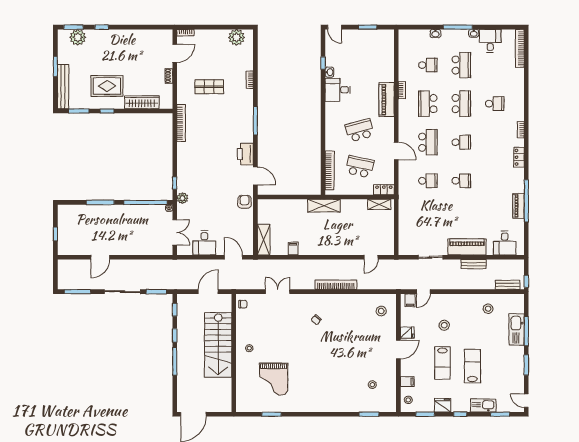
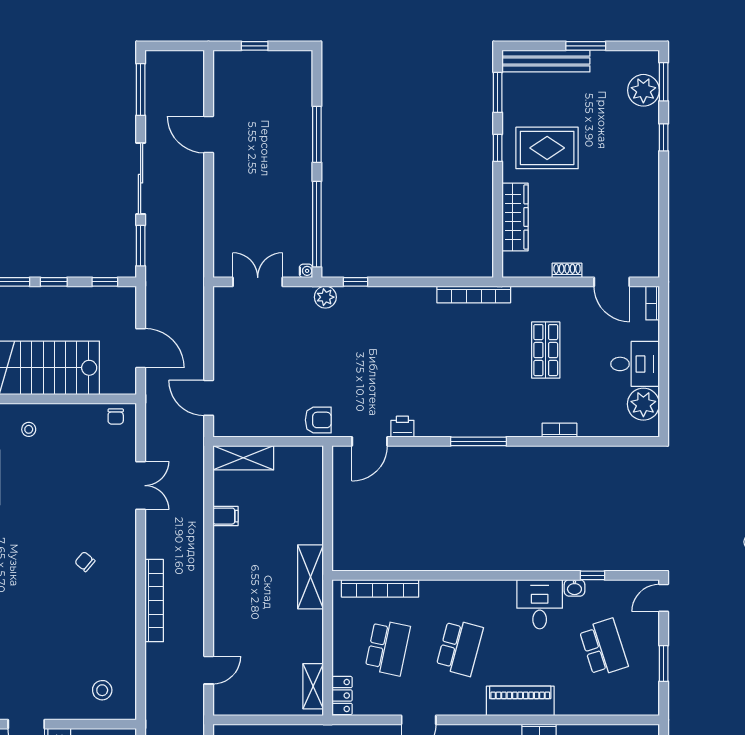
school desk: (360, 57) -> (604, 648), added
rug: (107, 86) -> (547, 148), turned 90
school desk: (360, 130) -> (460, 648), turned 30
printer: (245, 154) -> (402, 427), width x0.53, depth x0.68
double door: (175, 232) -> (258, 282), swing flipped
desk: (204, 243) -> (635, 364), moved, turned 180
door: (233, 257) -> (209, 398), swing flipped
door: (371, 257) -> (209, 670), swing flipped

